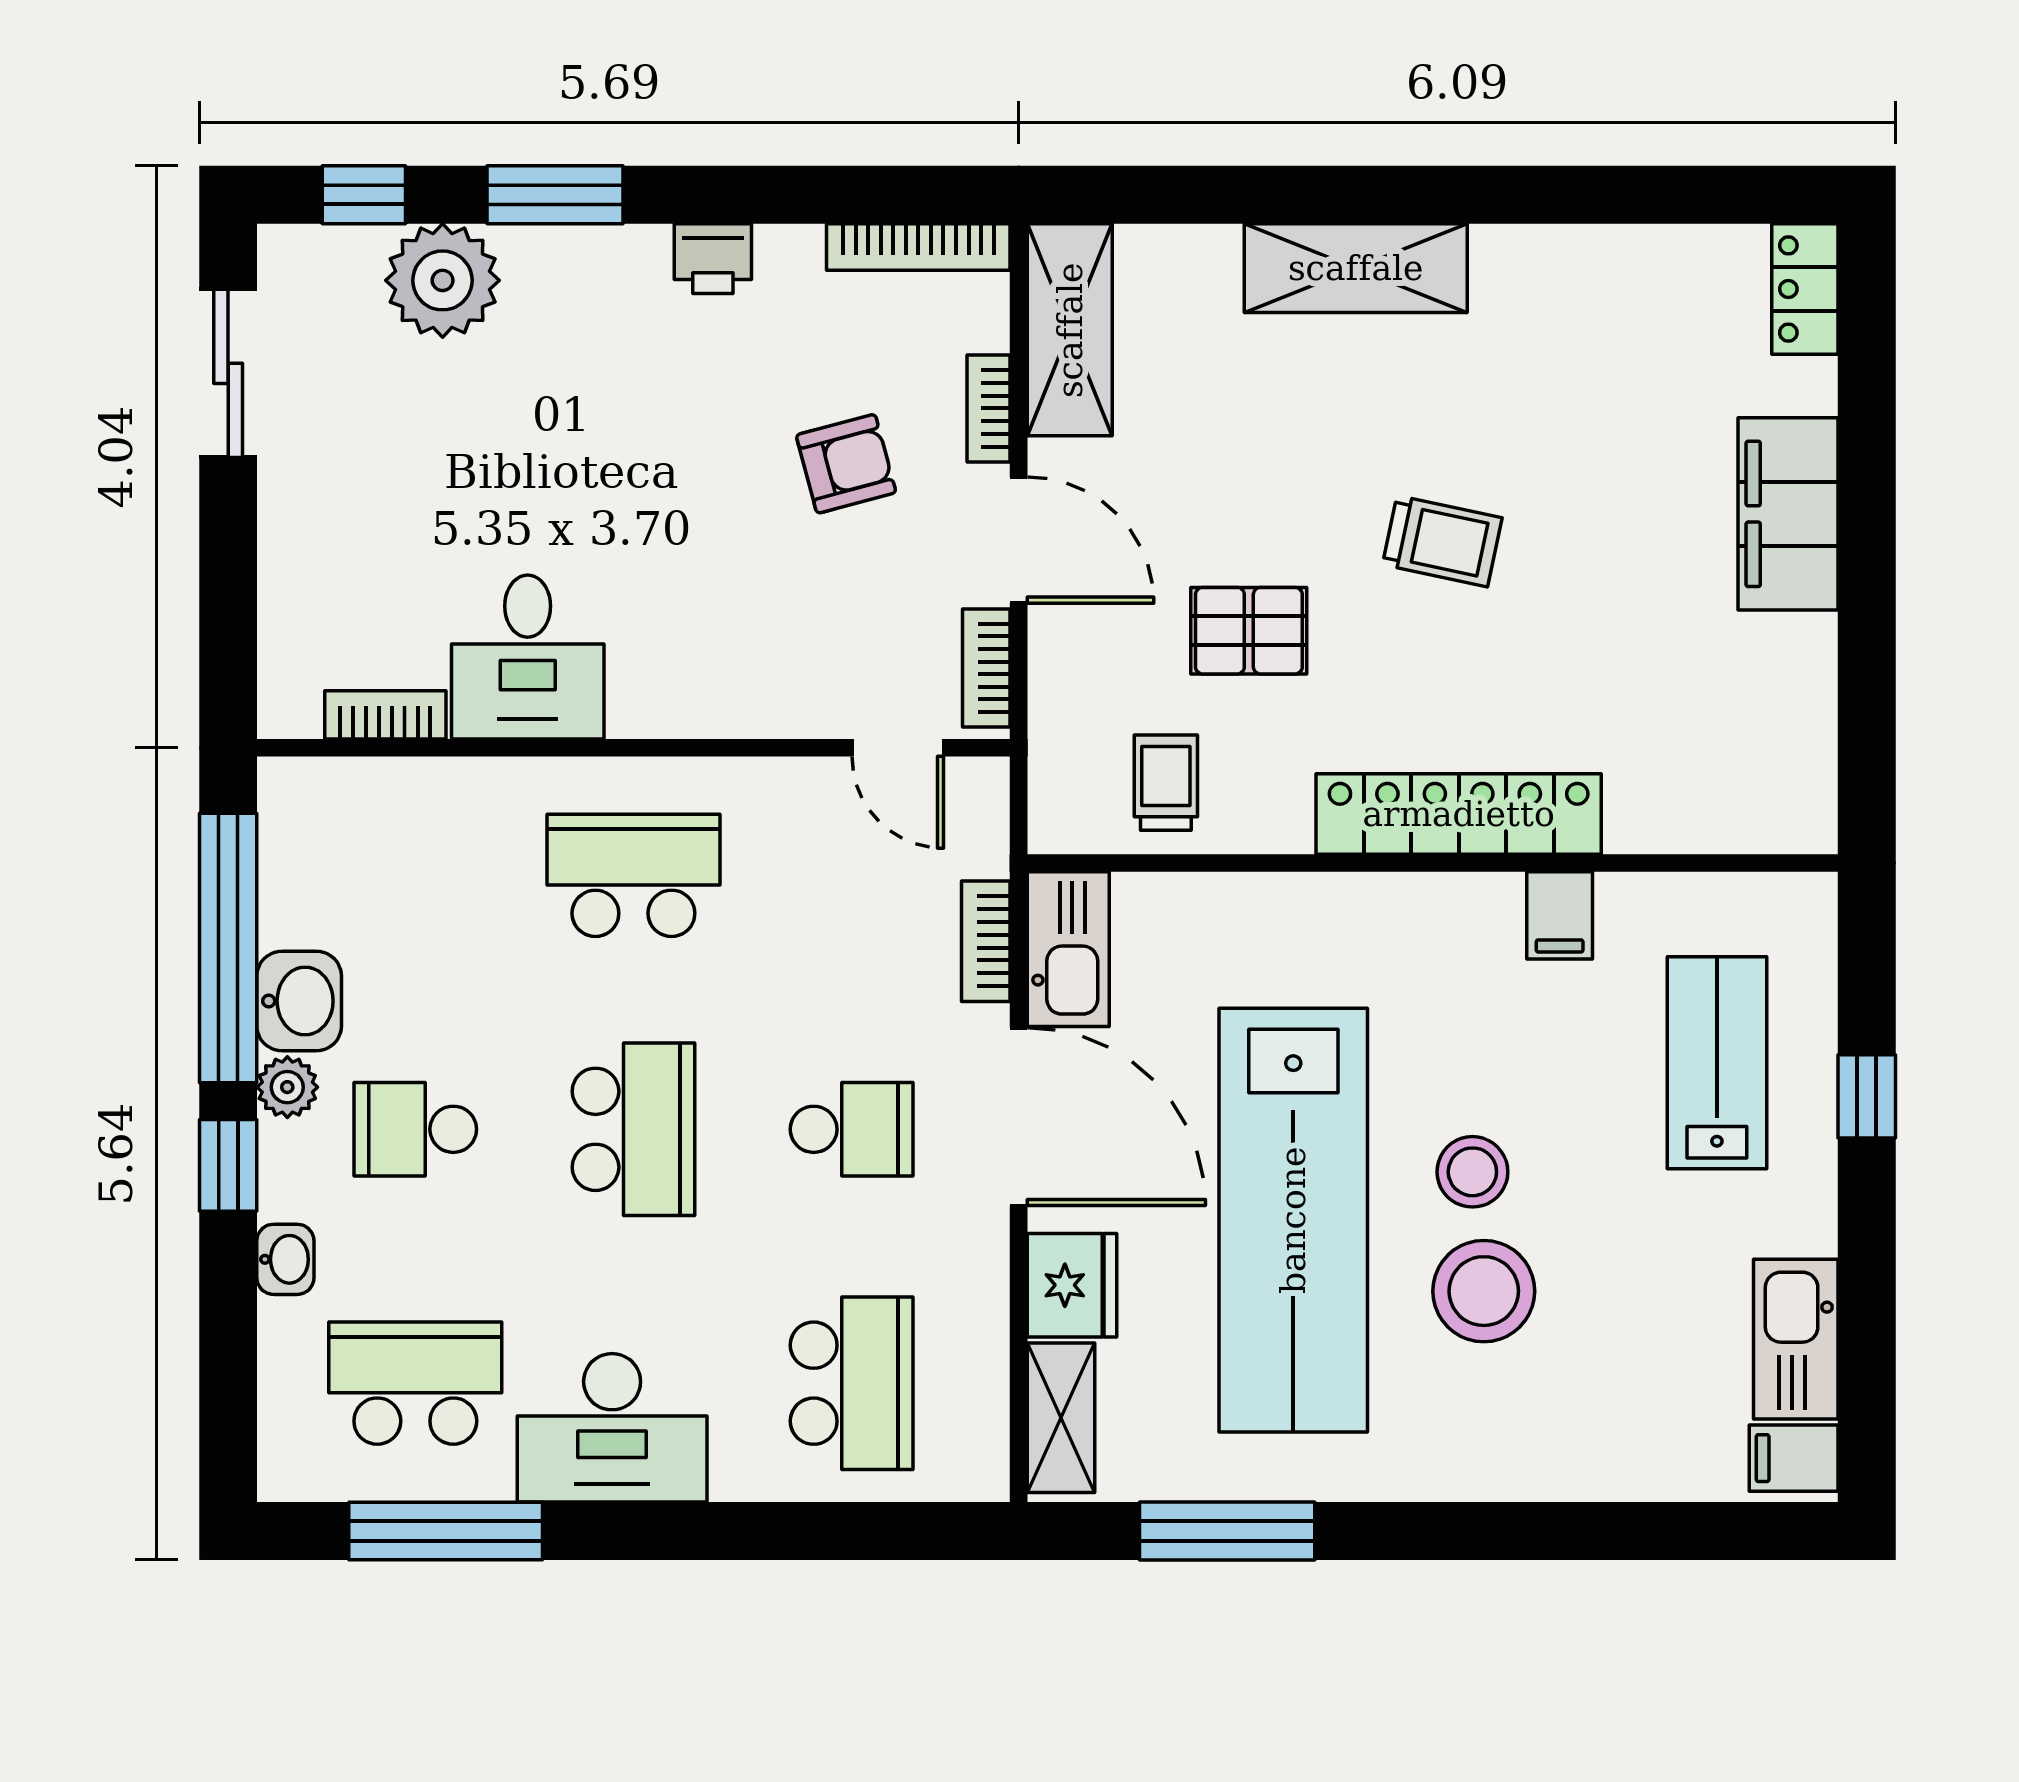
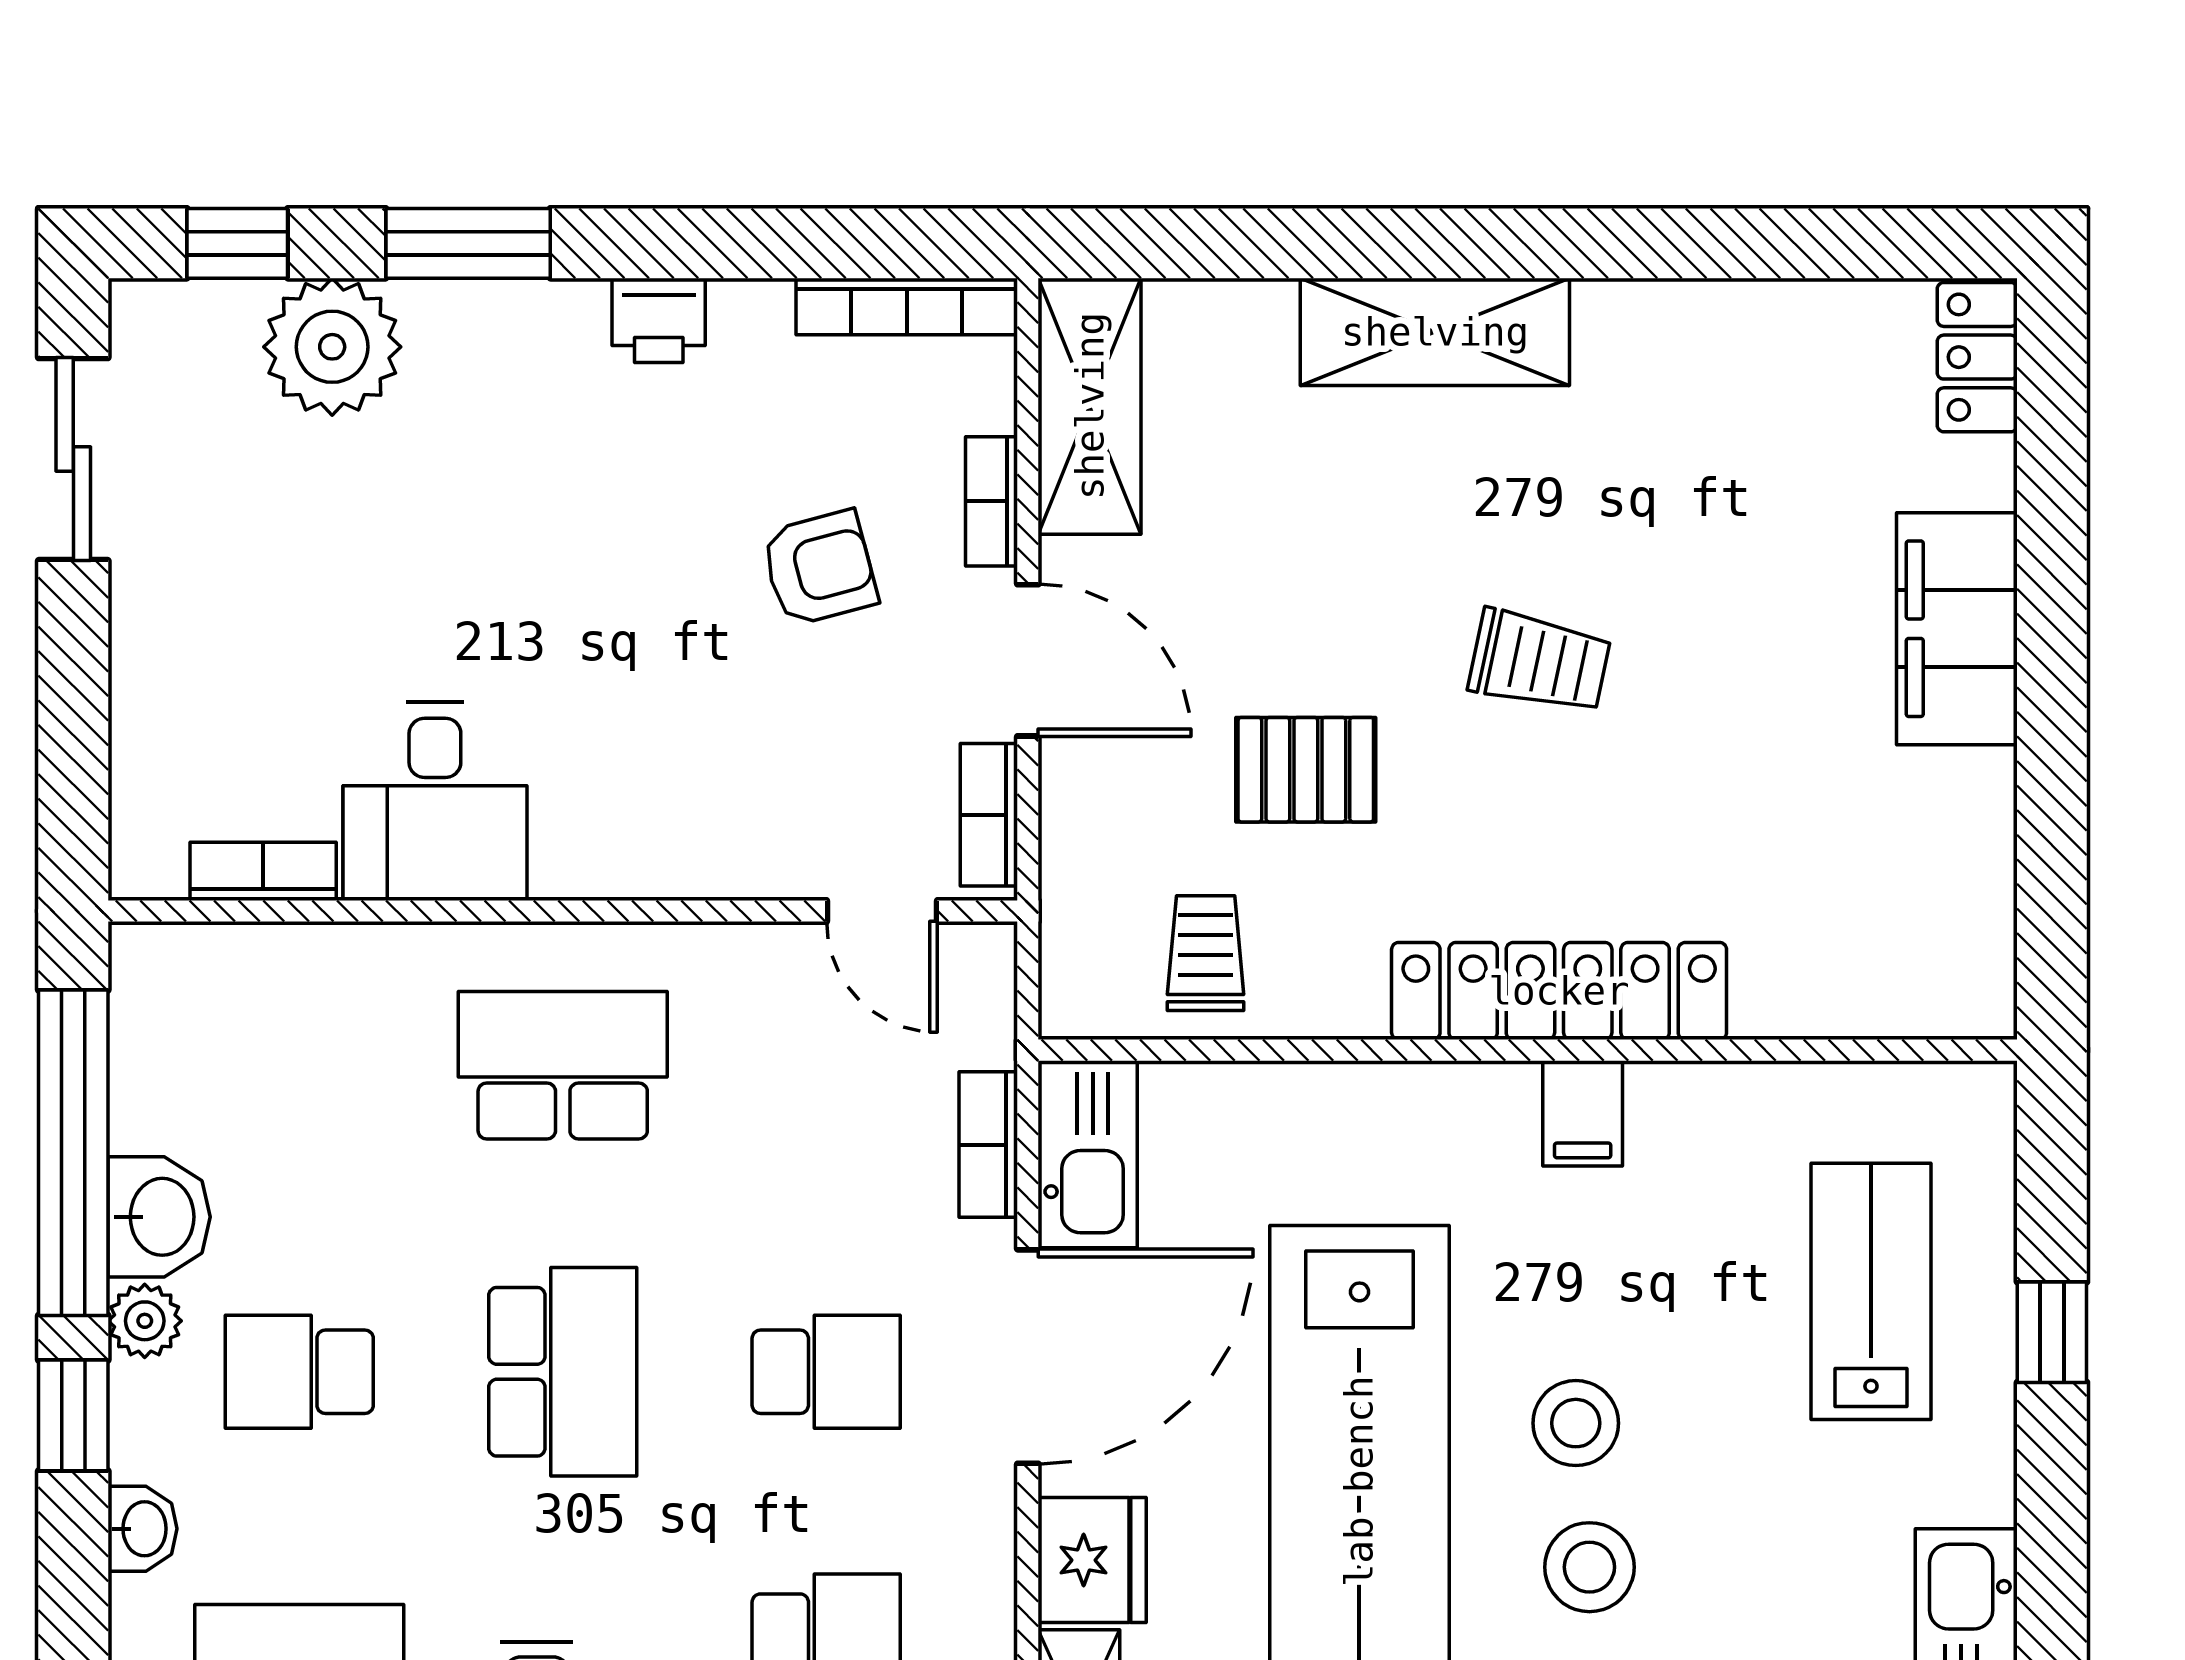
filing cabinet: (1560, 915) -> (1583, 1113), moved
door: (1019, 1117) -> (1028, 1357), hinge flipped
stool: (1484, 1291) -> (1589, 1567), width x0.73, depth x0.73

